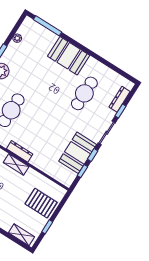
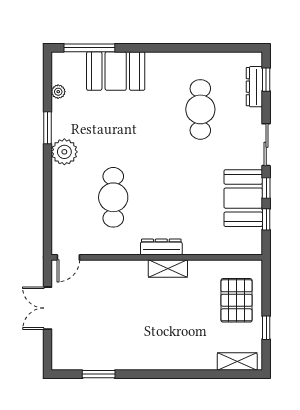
booth: (69, 56) -> (116, 71), moved
window: (121, 111) -> (266, 80), moved
pallet: (41, 203) -> (237, 300), turned 90

